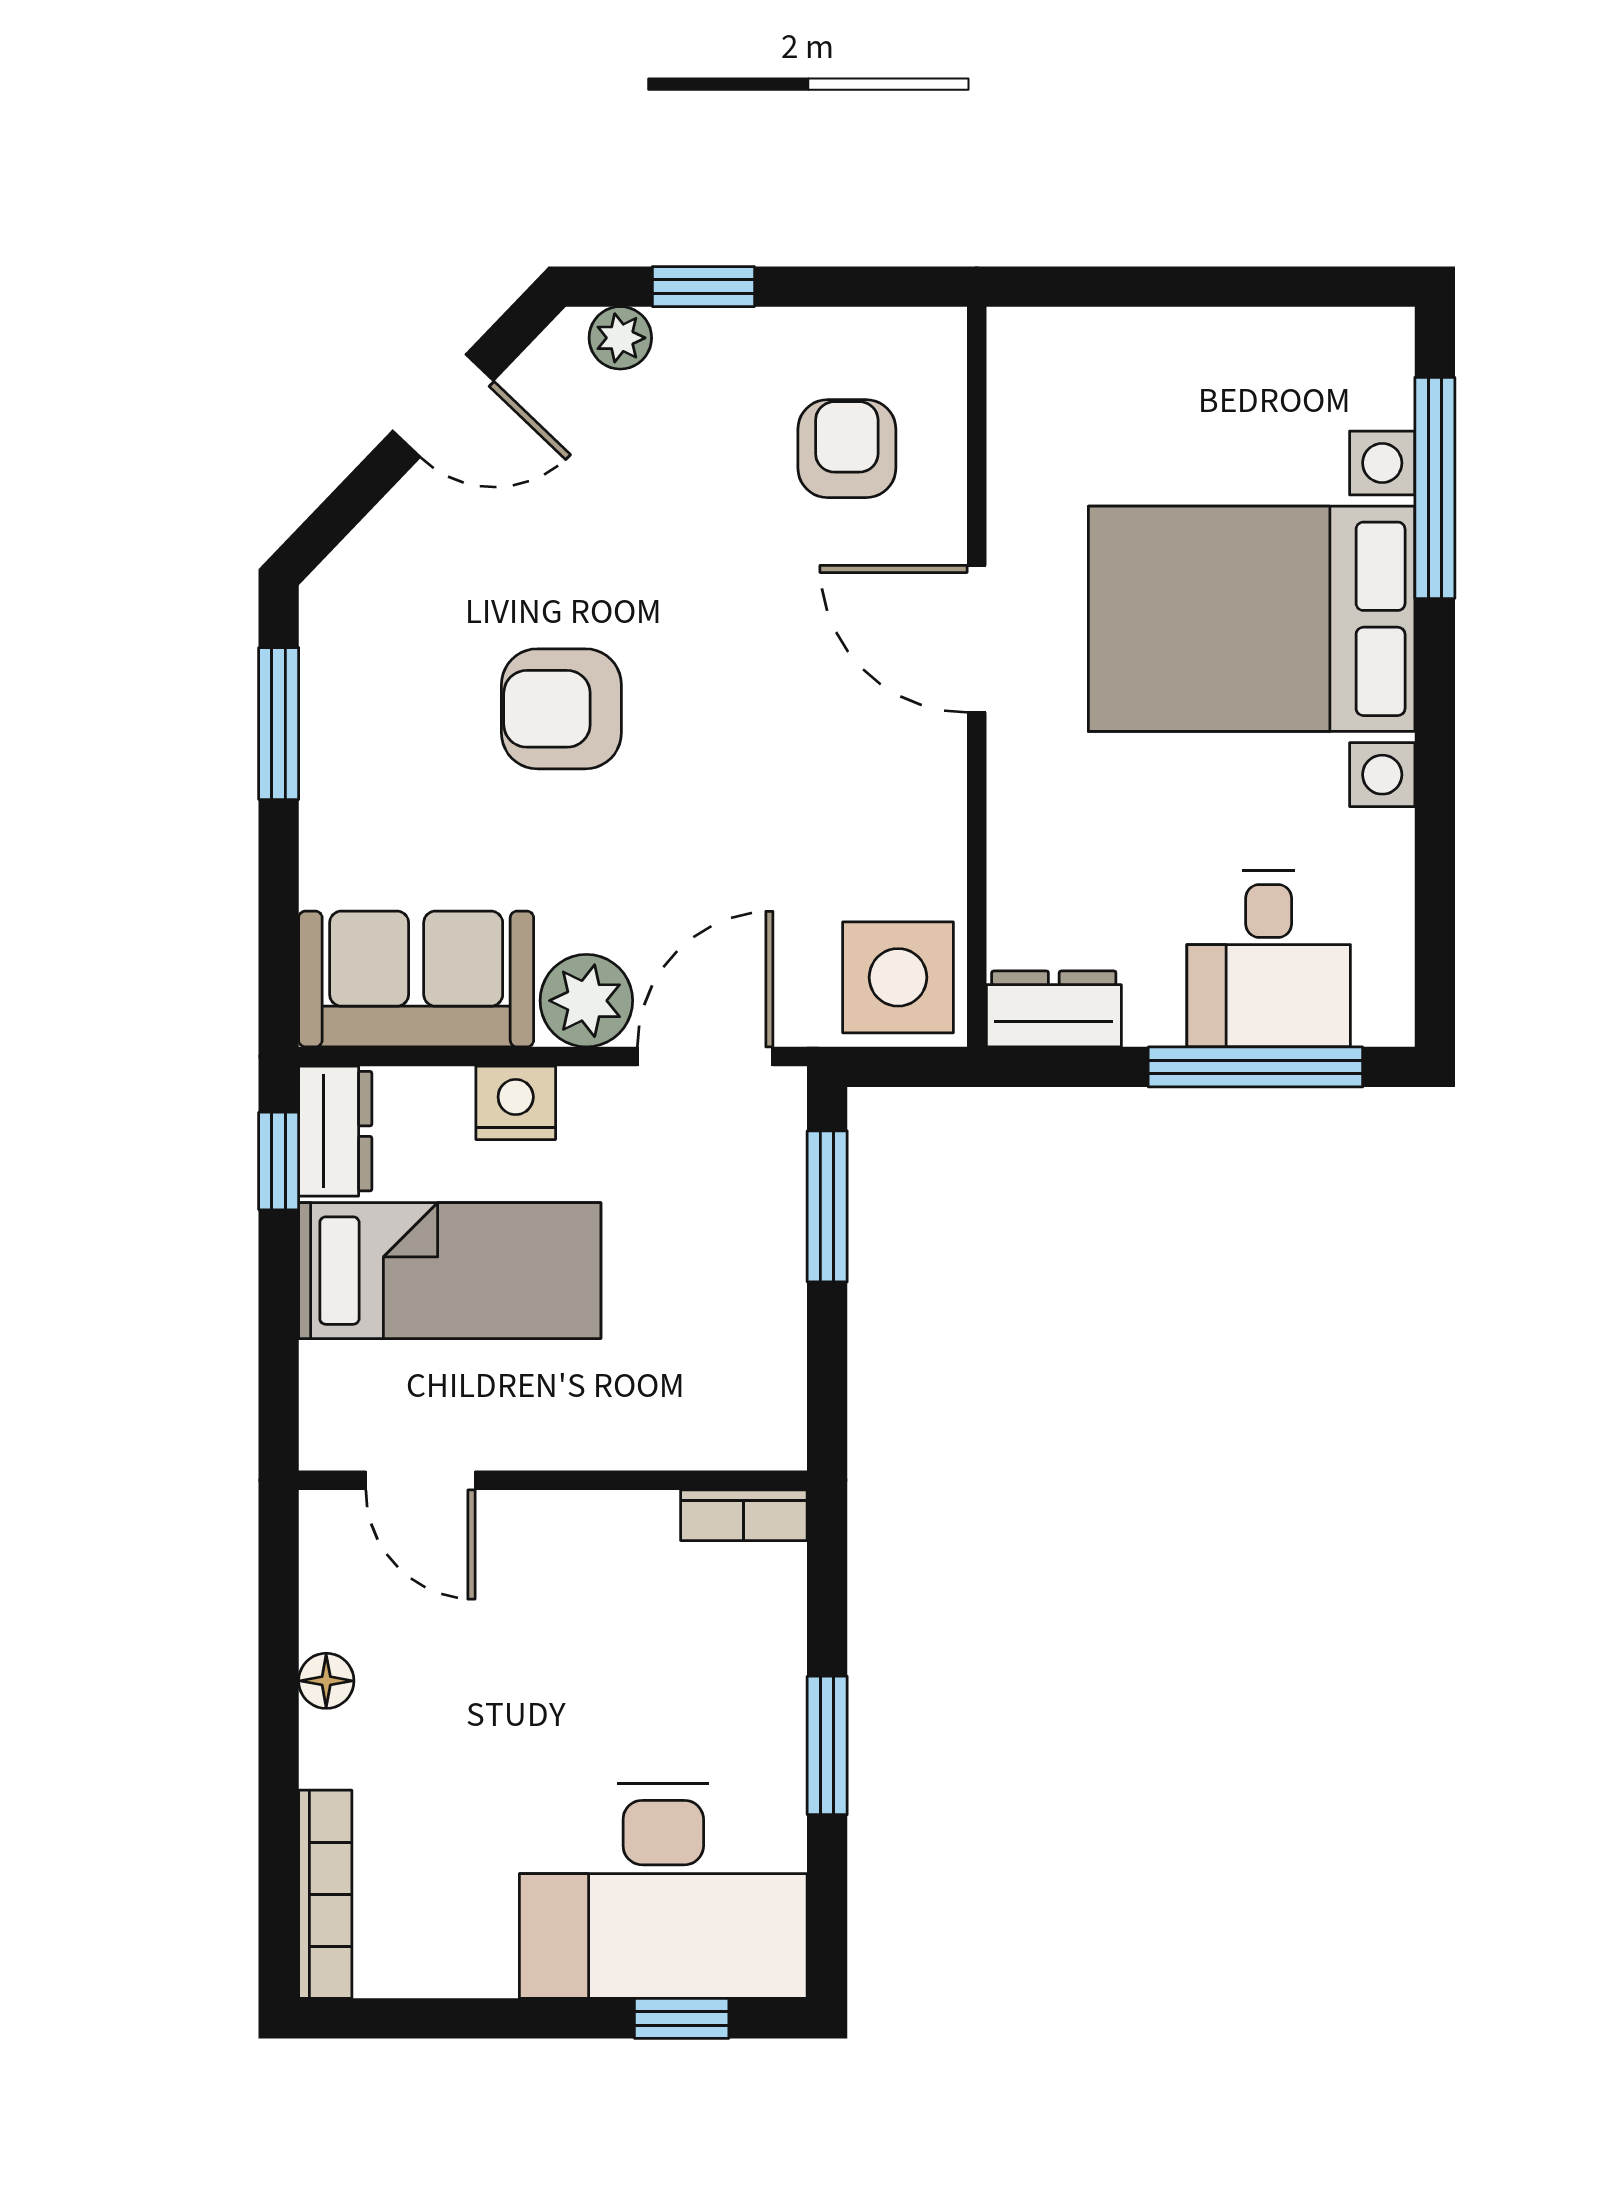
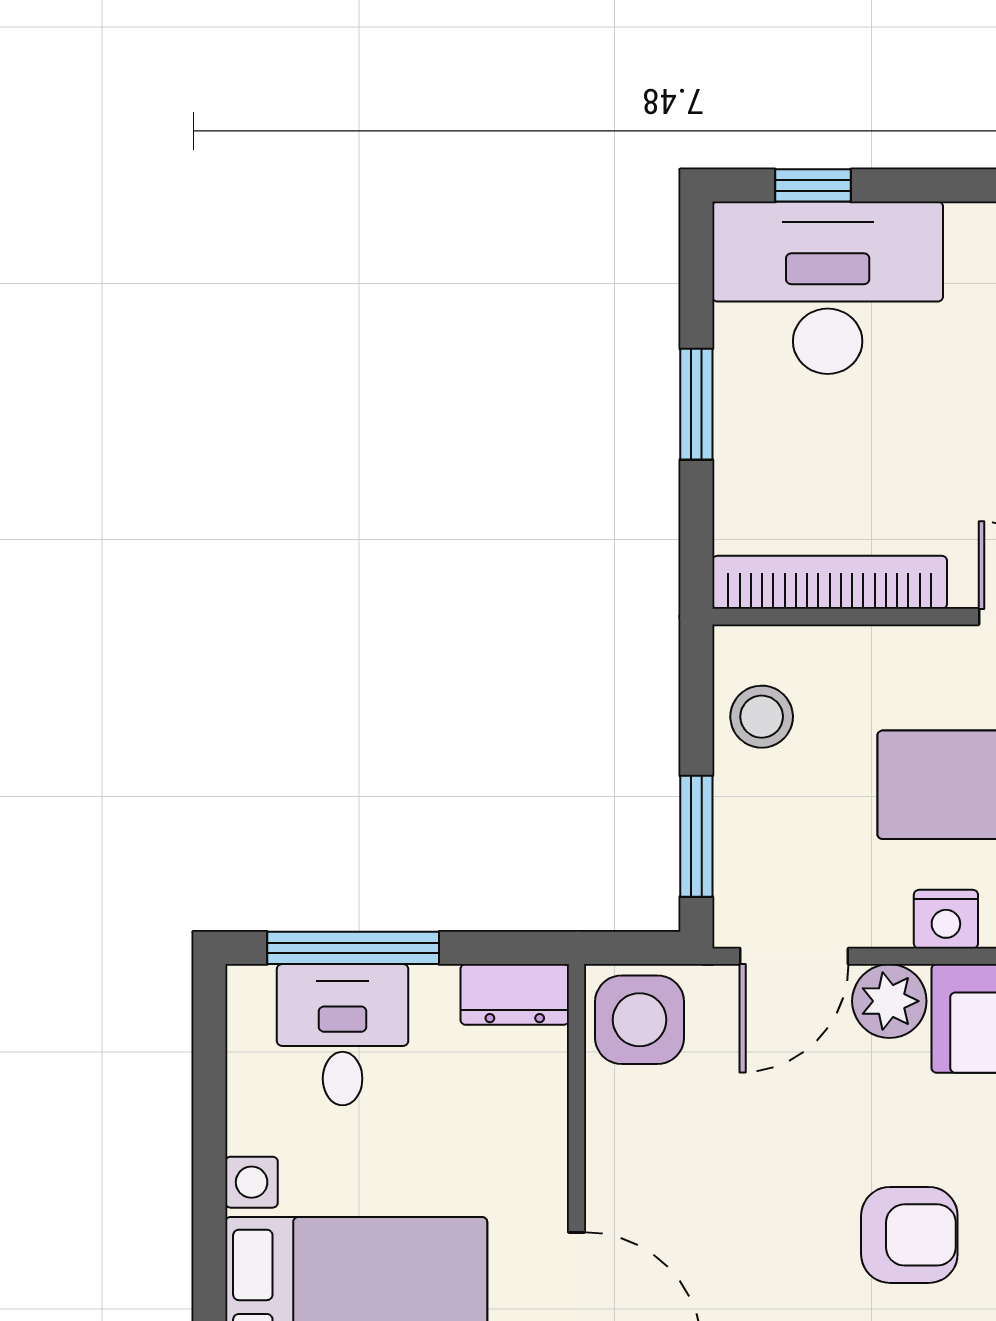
stool: (746, 1356) -> (762, 717), added
bookcase: (744, 1515) -> (830, 582), width x2.31, depth x1.31

